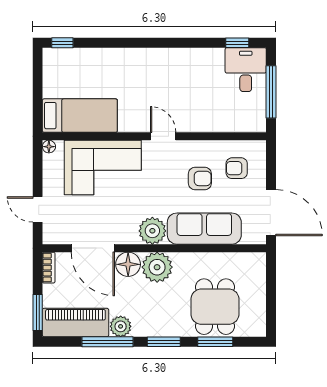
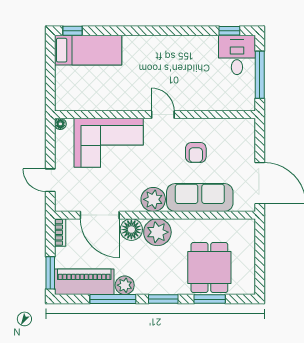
bed: (80, 116) -> (88, 50), moved
armchair: (237, 168) -> (229, 143), removed
armchair: (200, 178) -> (196, 153), turned 90

